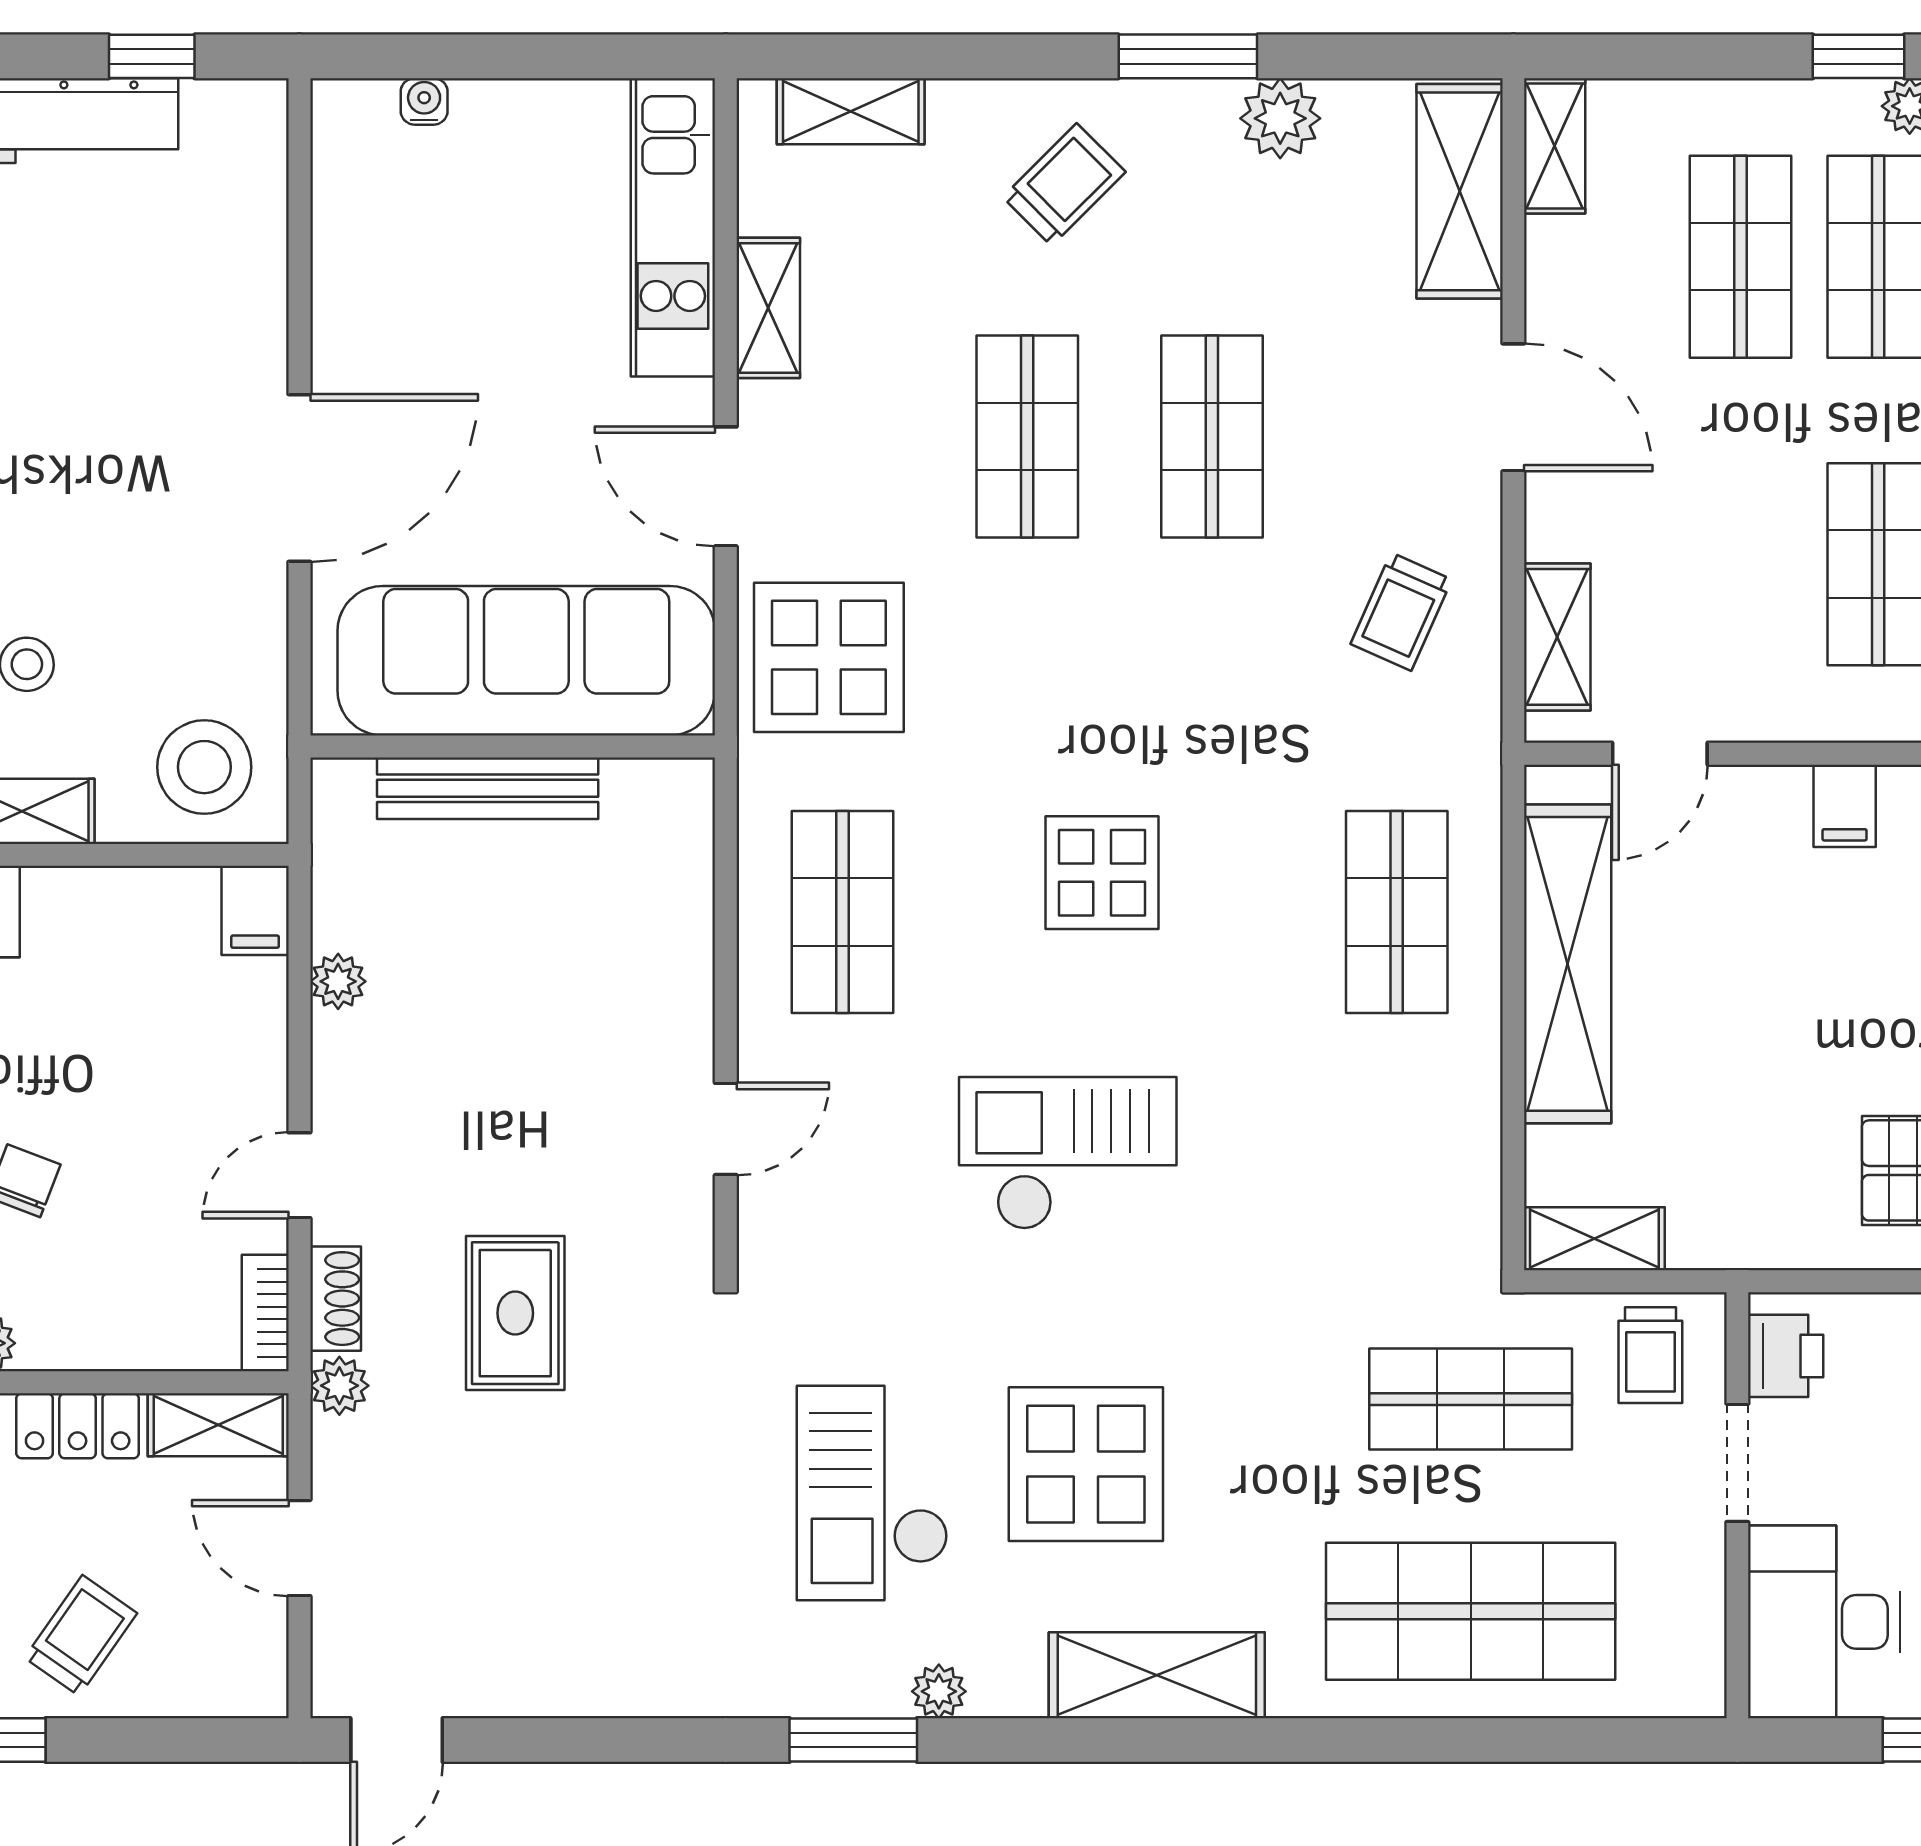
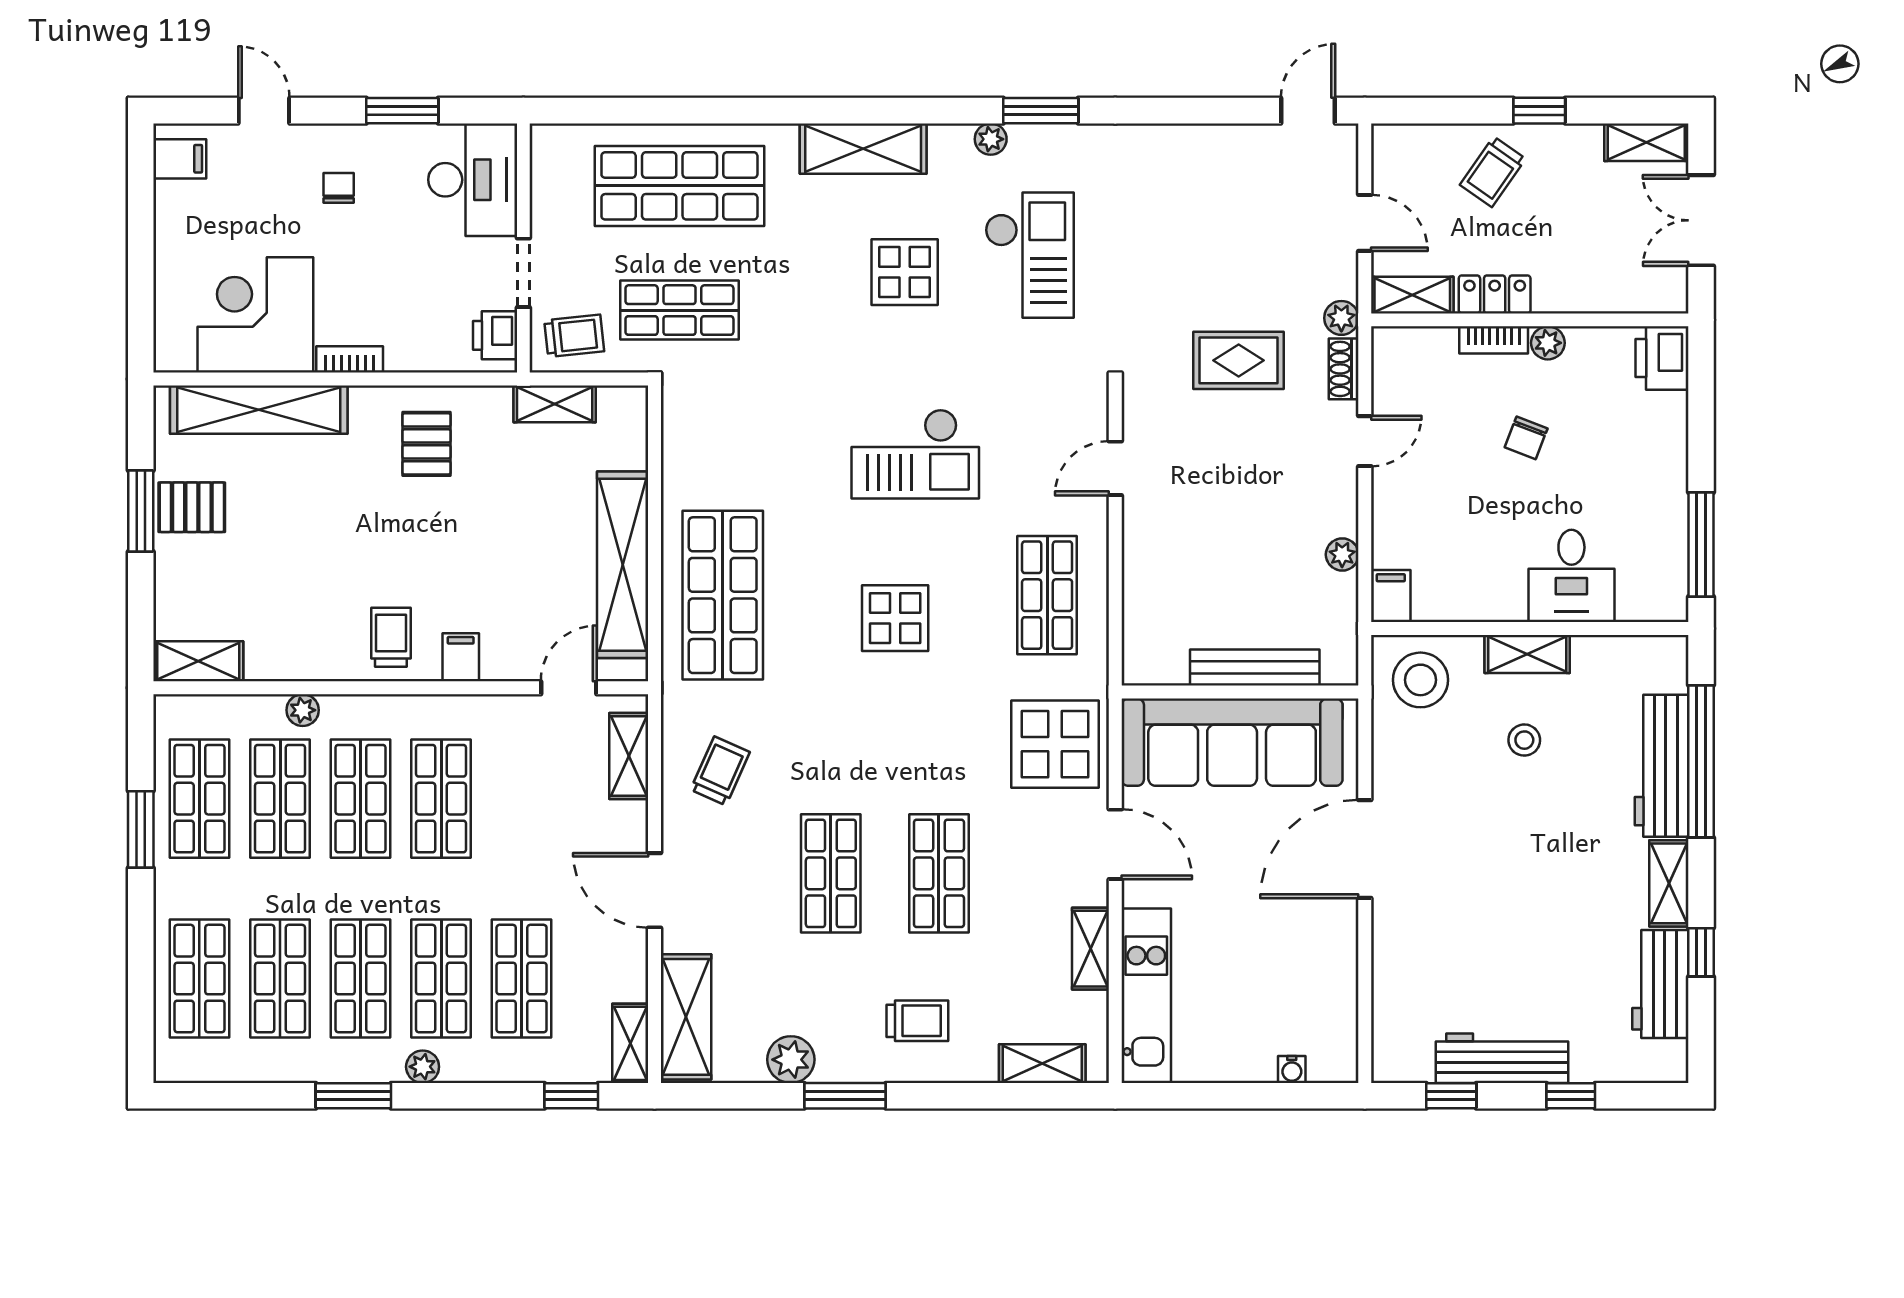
window: (1859, 56) -> (571, 1096), moved
trolley: (1064, 185) -> (917, 1021), turned -135
shop shelf: (1397, 912) -> (723, 595), width x1.43, depth x1.36
shelving: (1594, 1239) -> (555, 404), moved
bookcase: (265, 1313) -> (1494, 340), moved, turned 90
rug: (515, 1313) -> (1239, 360), turned 90
trolley: (1650, 1355) -> (574, 336), turned 84
display table: (1086, 1464) -> (905, 272), width x0.73, depth x0.73

